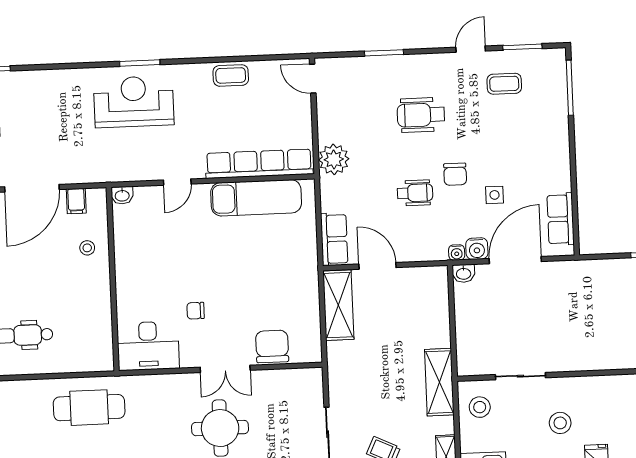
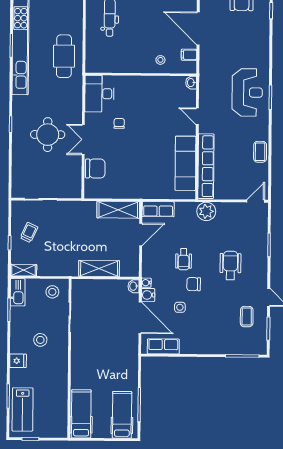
shelving: (439, 382) -> (99, 269), moved

